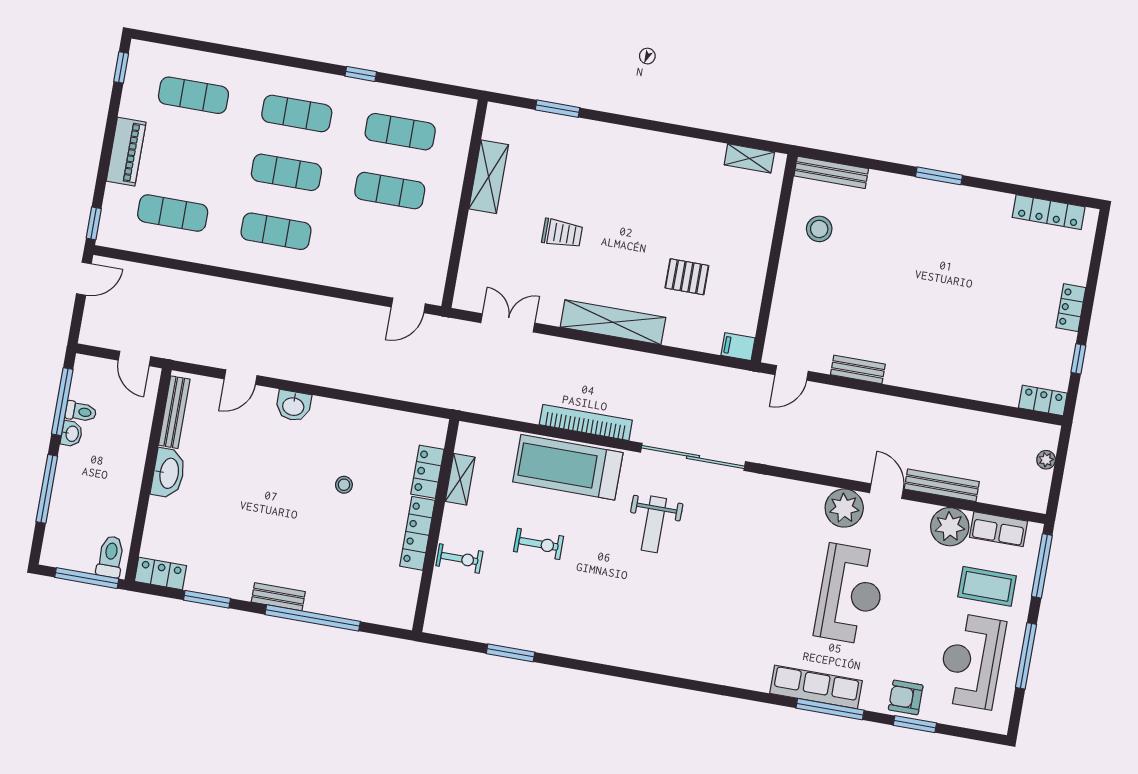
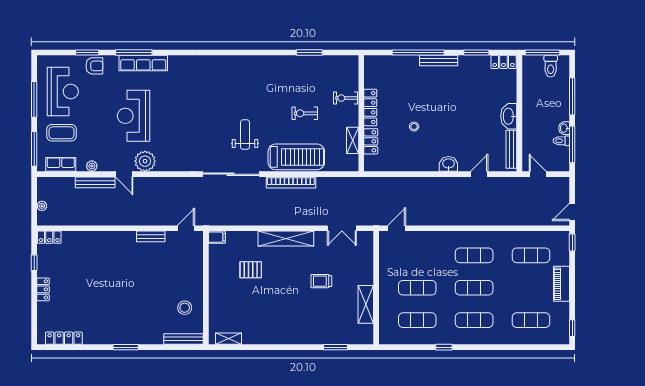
plant: (950, 527) -> (92, 166), width x0.53, depth x0.53
toilet: (110, 557) -> (551, 66), moved
bench: (278, 597) -> (439, 61), width x1.36

